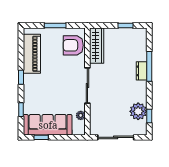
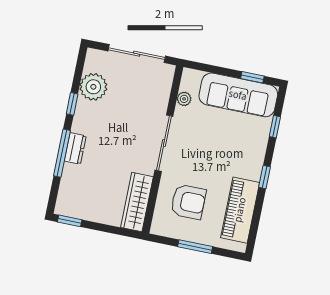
window: (126, 25) -> (70, 221), moved
armchair: (73, 45) -> (188, 202), moved
window: (149, 116) -> (72, 104), moved

